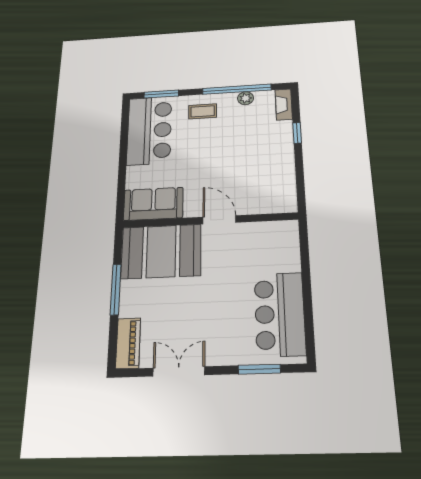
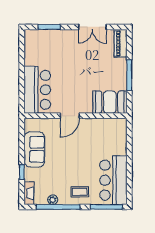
window: (161, 94) -> (106, 207), width x1.44
sofa: (153, 204) -> (34, 149), moved, turned -90
door: (219, 220) -> (70, 116), hinge flipped
booth: (161, 251) -> (110, 102), width x0.73, depth x0.70
bar counter: (280, 314) -> (37, 90), moved

